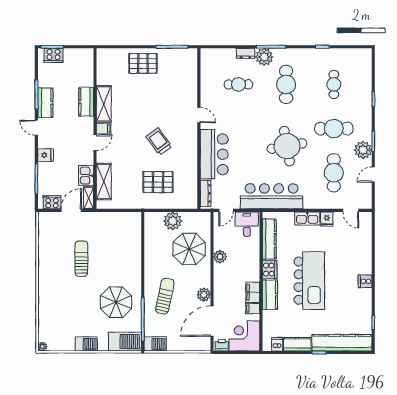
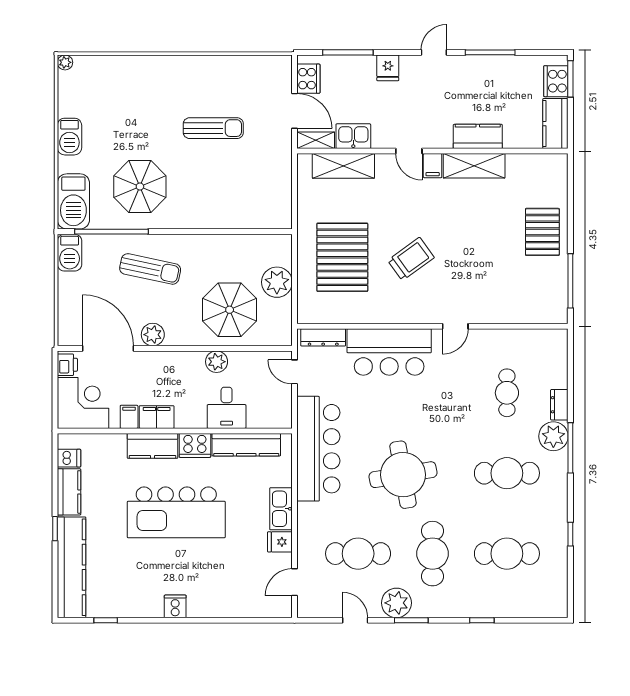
cafe table: (334, 84) -> (507, 554), width x1.37, depth x1.35
kitchen counter: (45, 103) -> (555, 124), moved, turned 90
pallet: (158, 182) -> (342, 257), width x1.37, depth x1.41
desk: (247, 224) -> (227, 408), moved, turned 90

